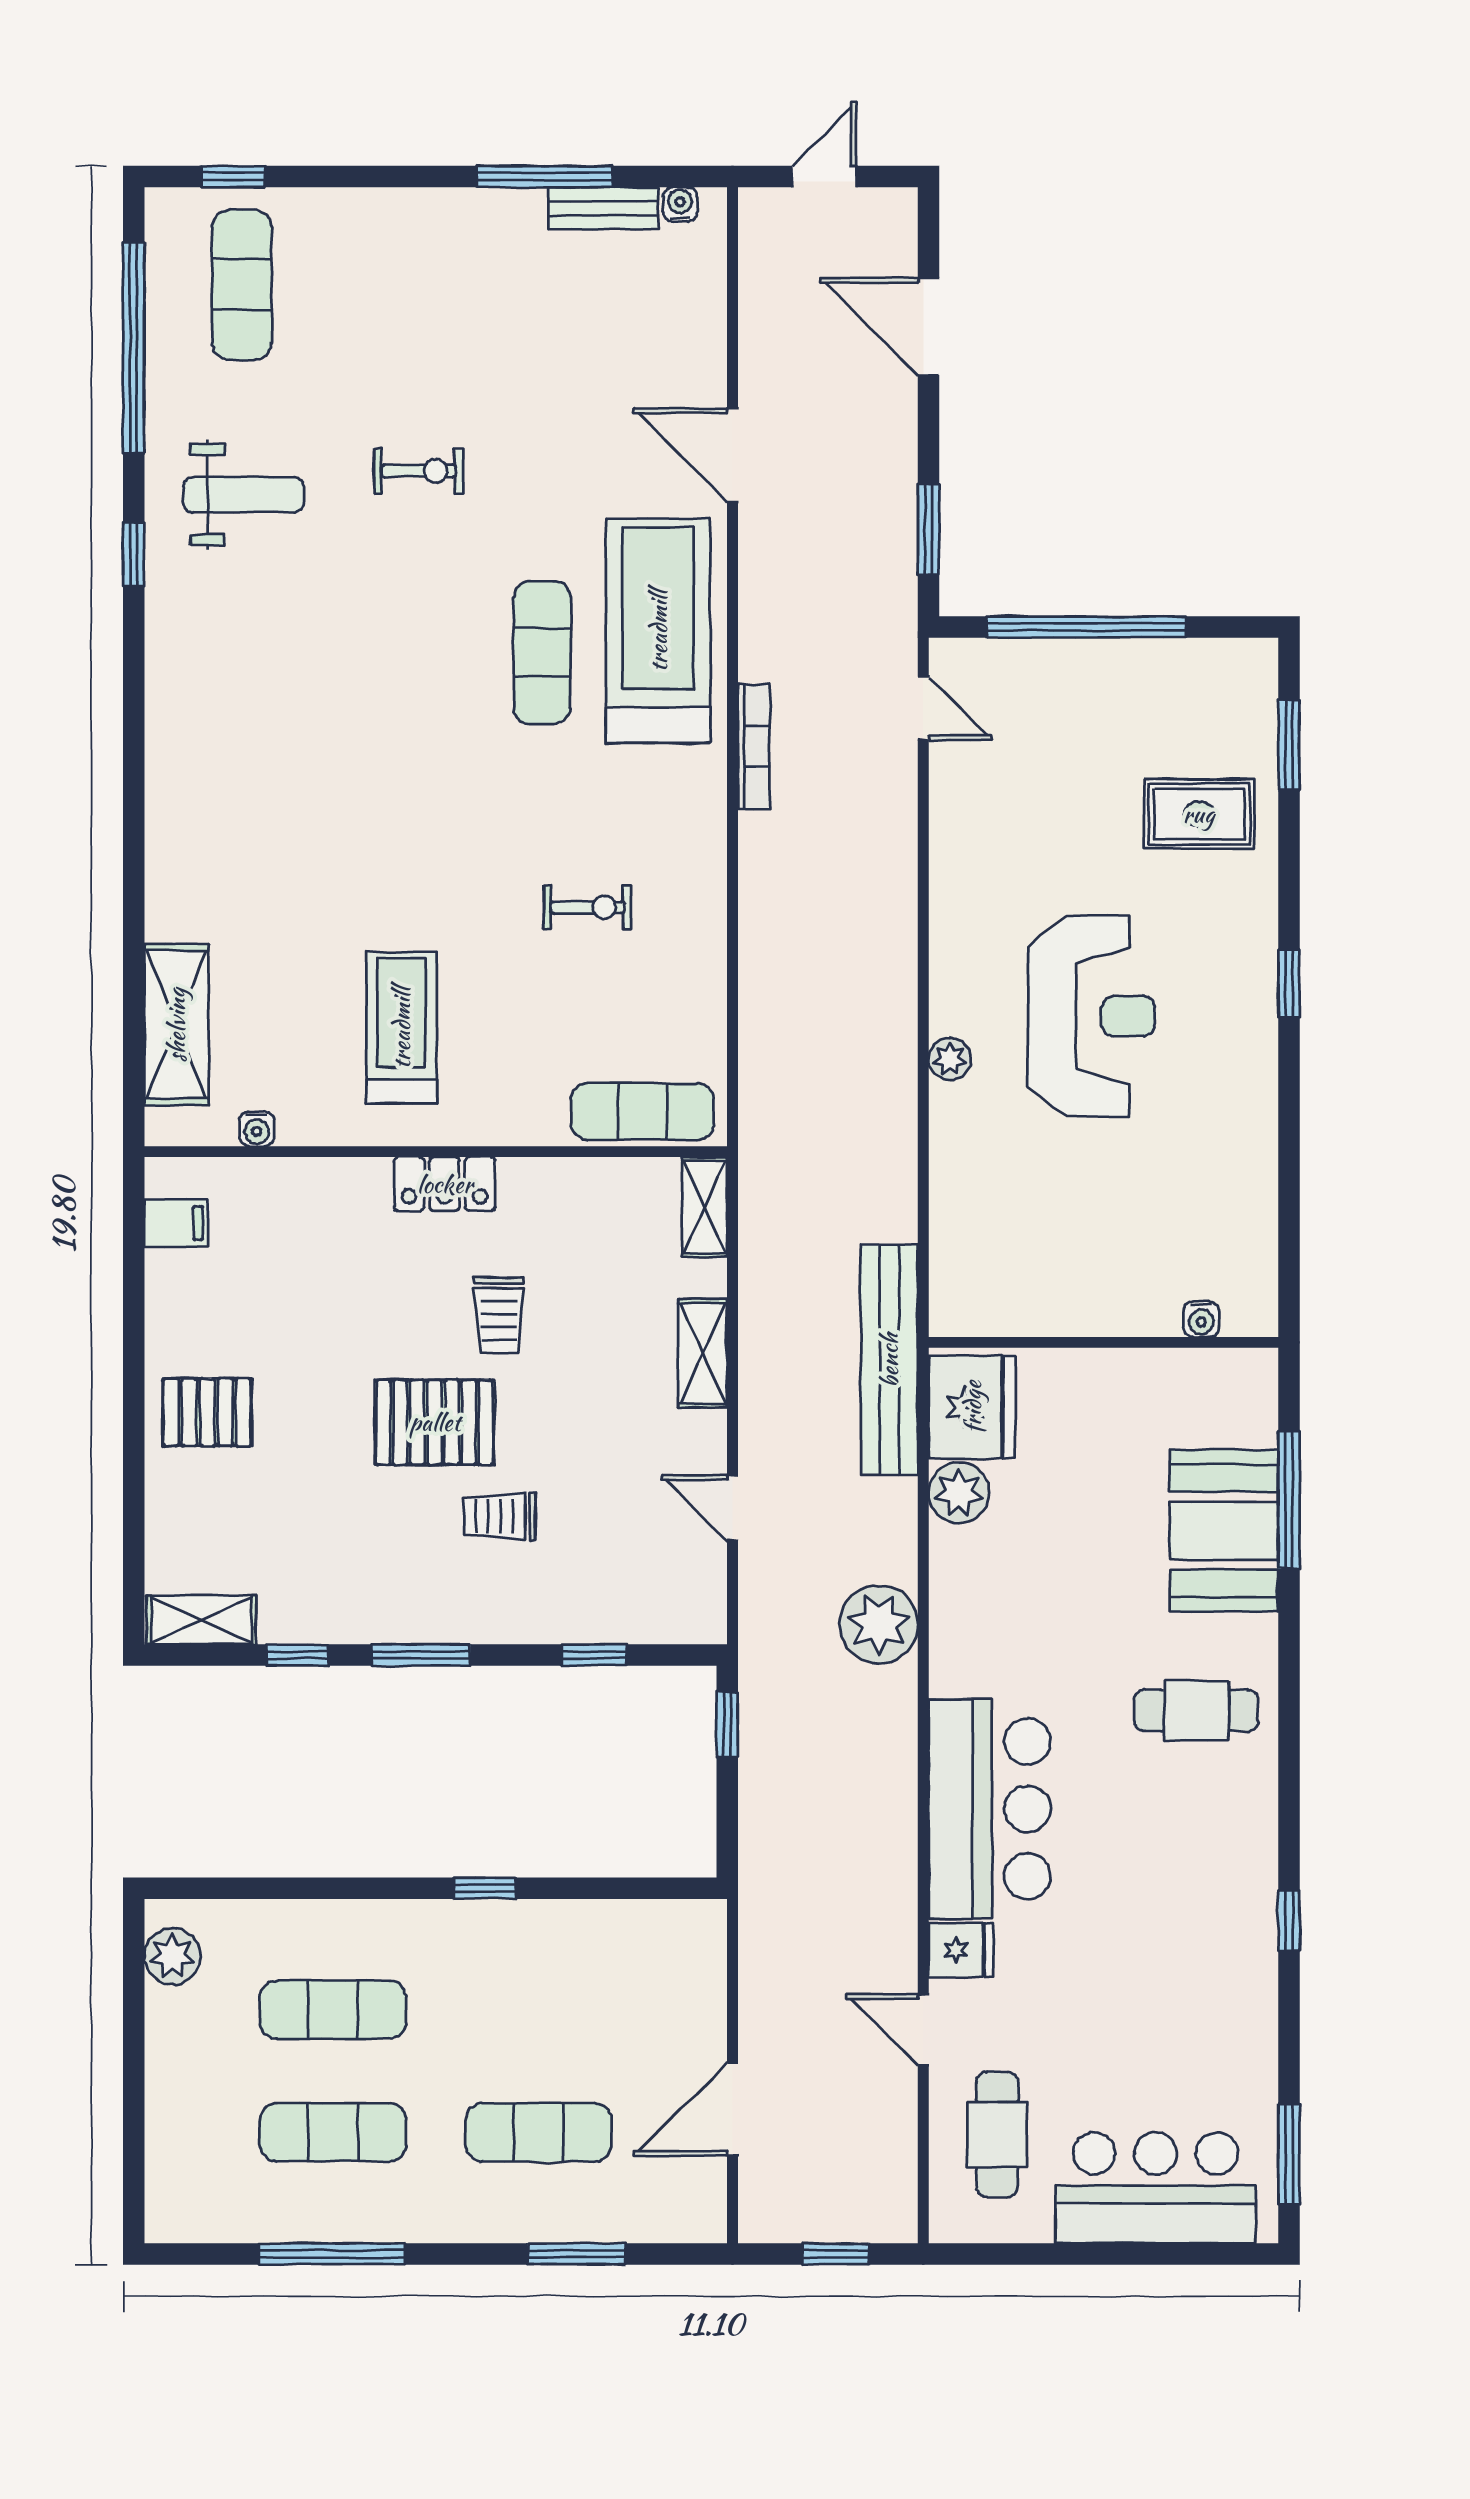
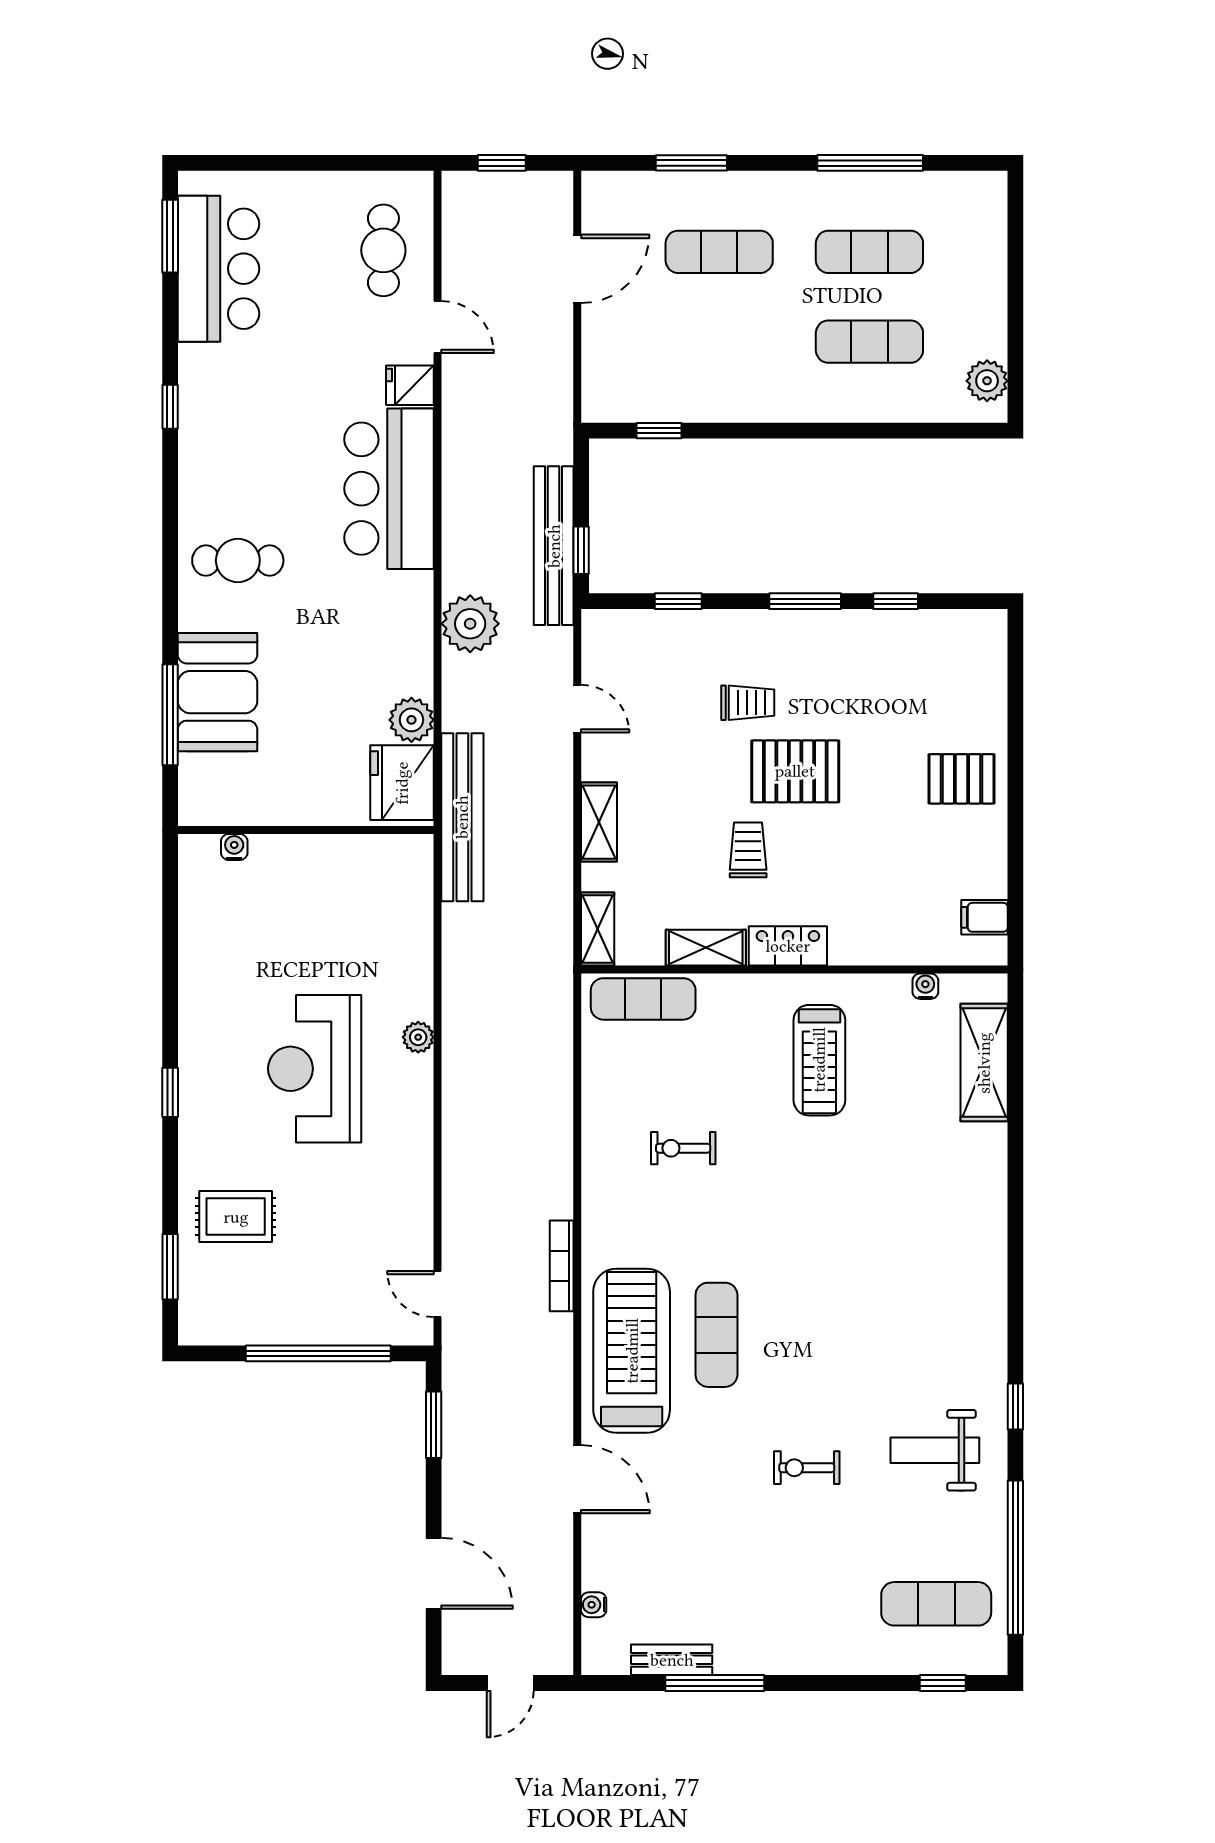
water cooler: (680, 204) -> (594, 1605), moved, turned 90
exercise mat: (242, 285) -> (936, 1604), turned 90
treadmill: (658, 631) -> (632, 1351), turned 180
shelving: (201, 1620) -> (706, 948), moved
bench: (765, 1731) -> (554, 546), added
window: (485, 1888) -> (659, 431), moved
bar counter: (1156, 2188) -> (218, 269), moved, turned -90

